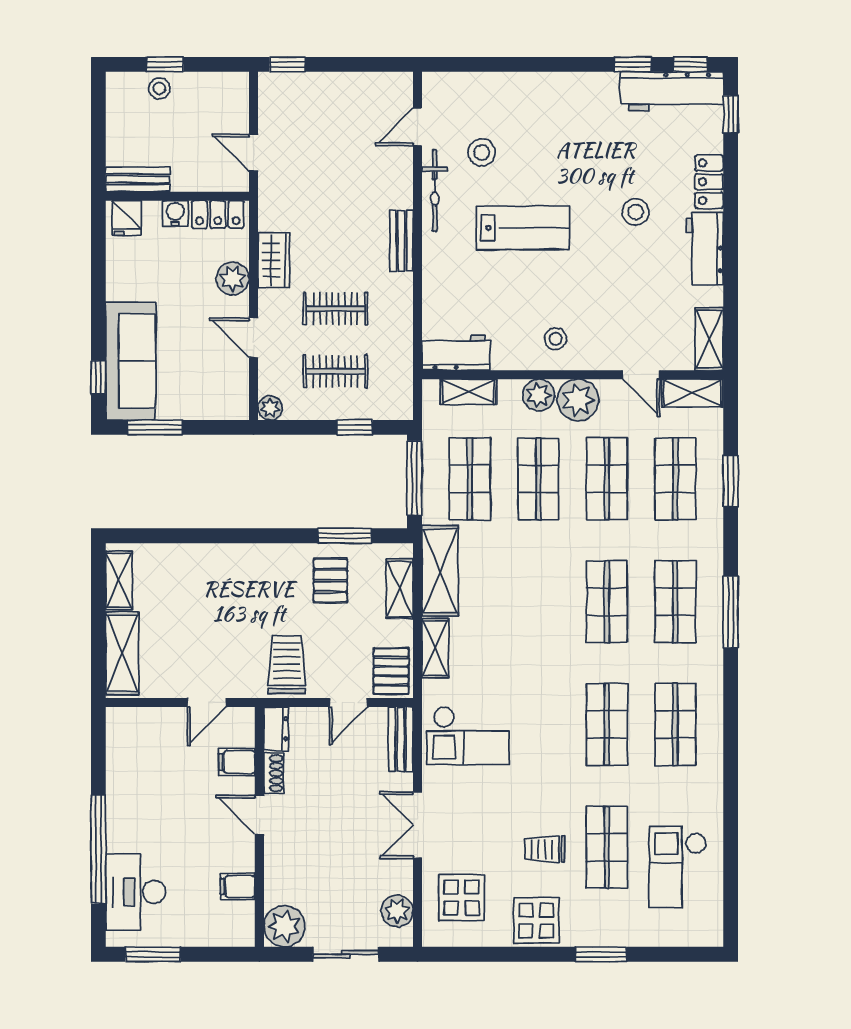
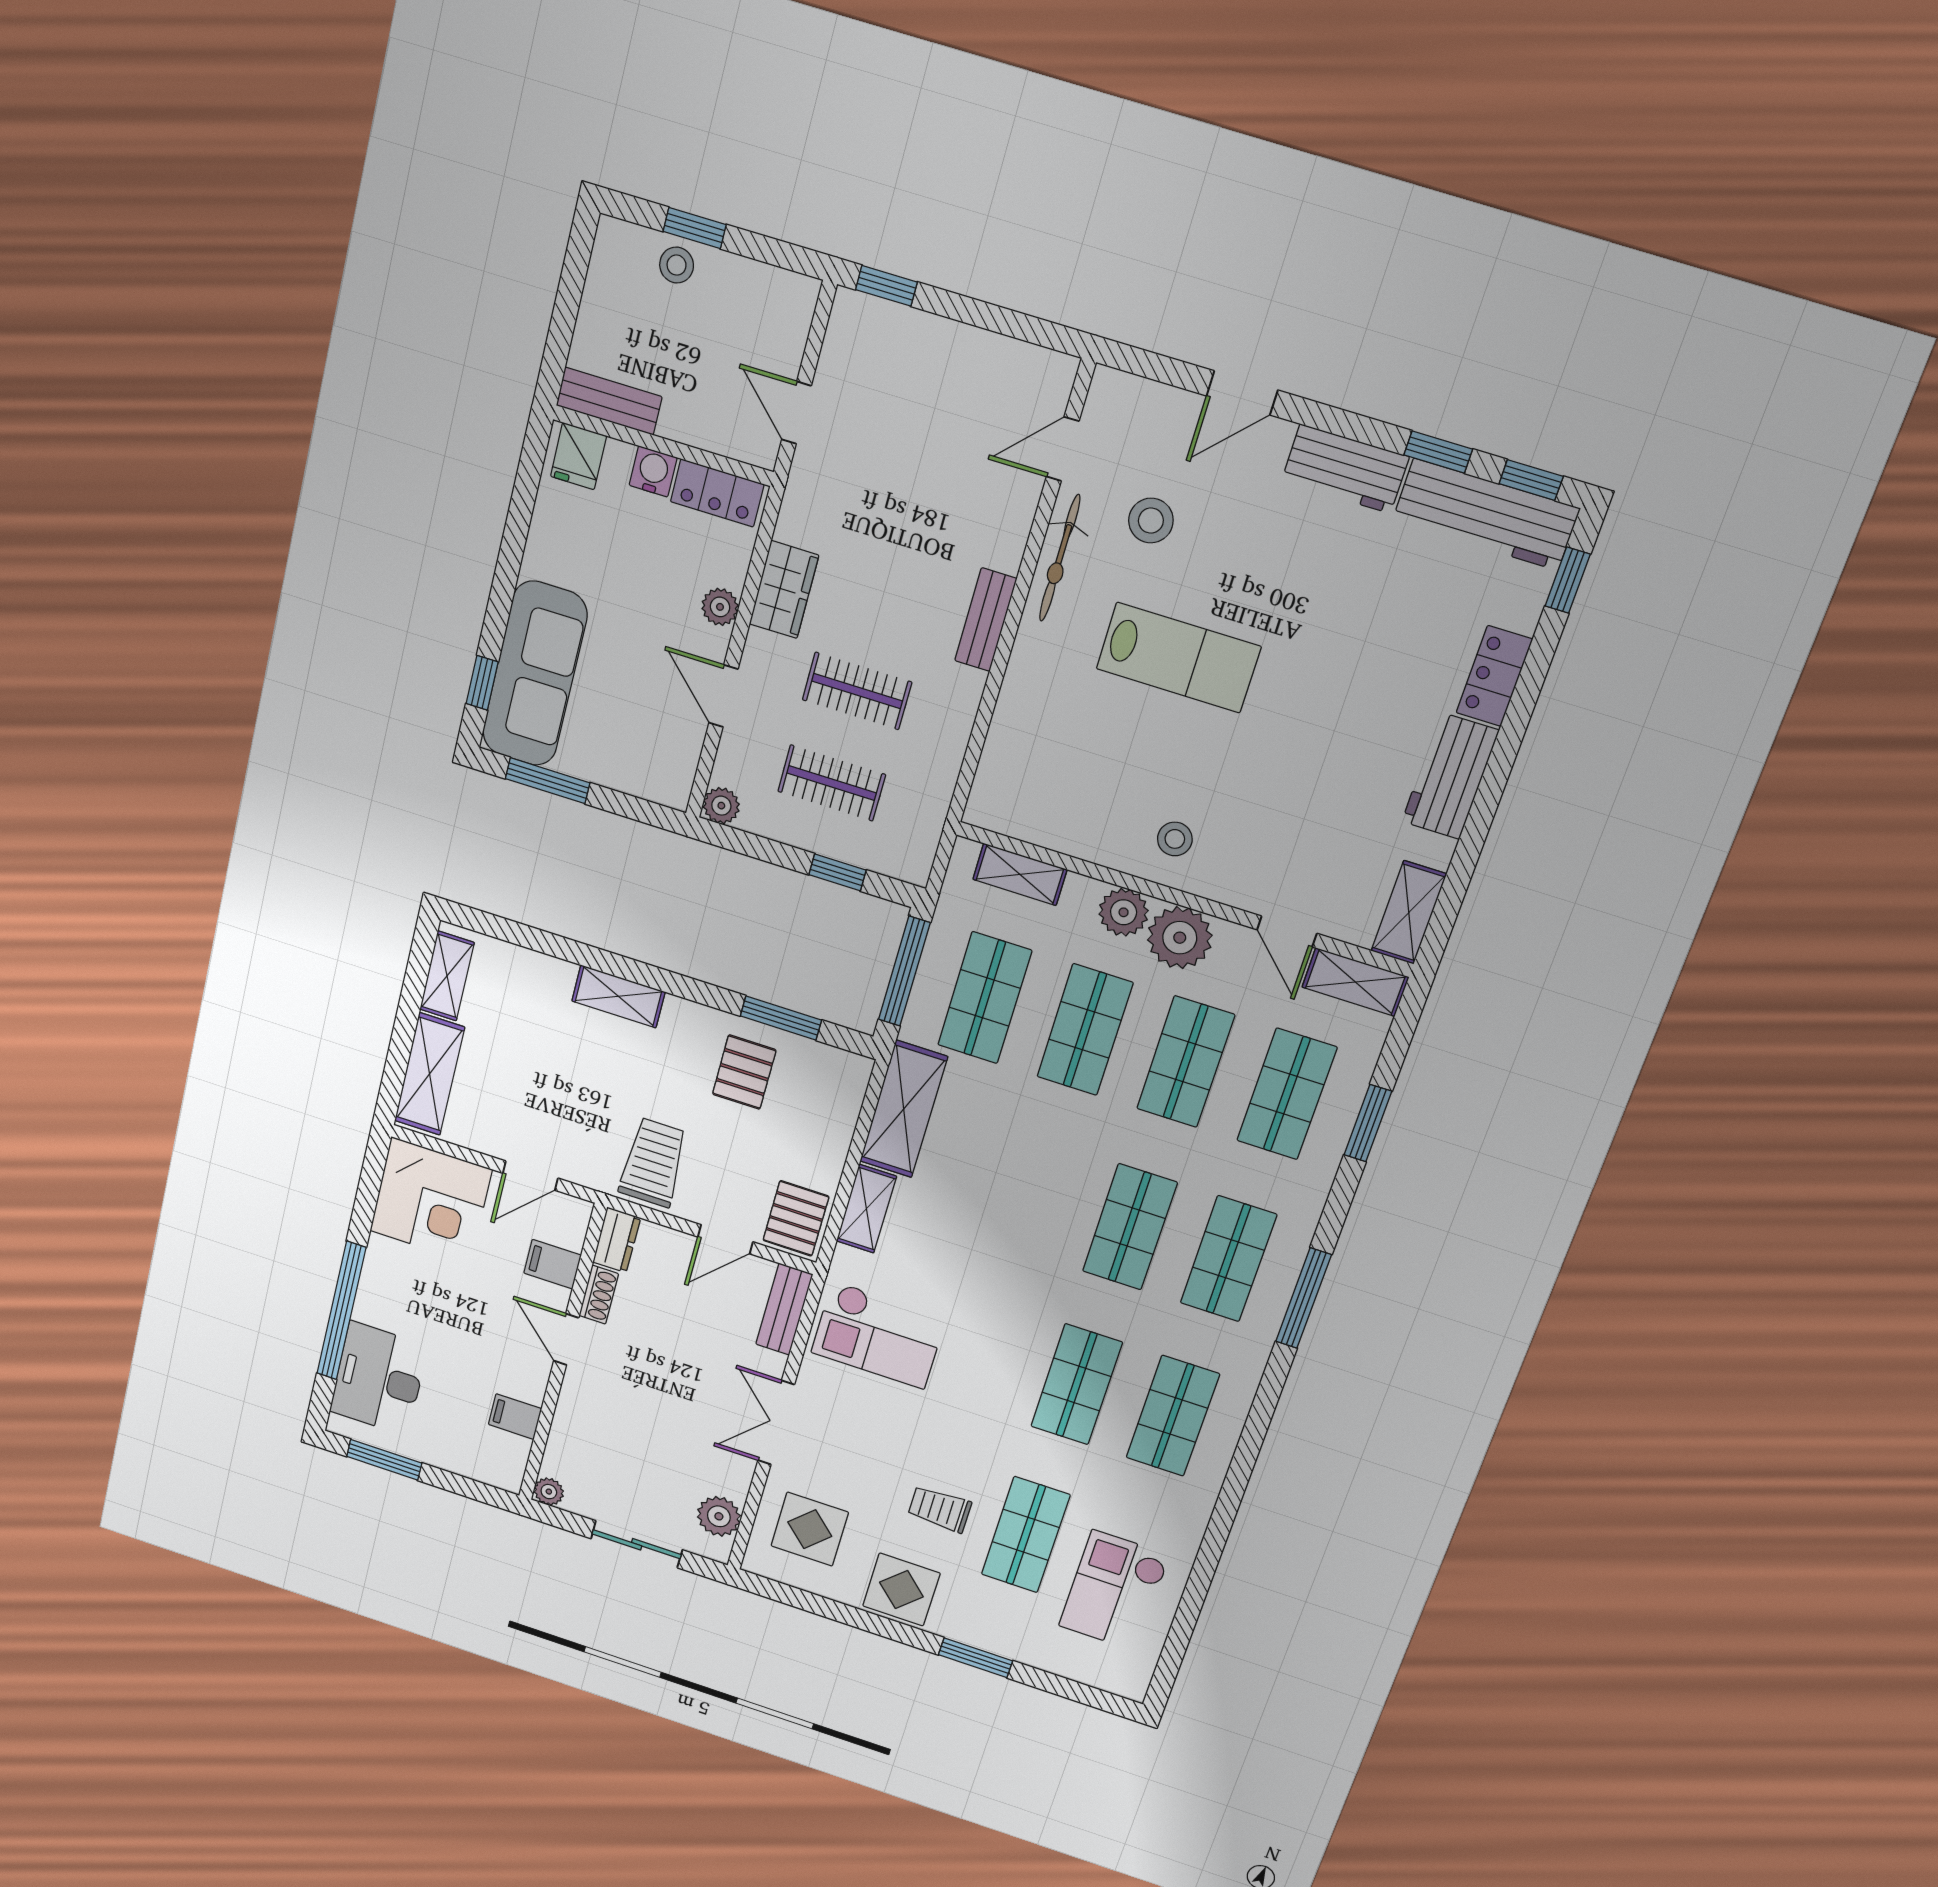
door: (511, 64) -> (1242, 393), added
stool: (636, 212) -> (1362, 687), removed
plant: (233, 279) -> (720, 607), width x0.73, depth x0.73
workbench: (456, 353) -> (1345, 469), moved, turned 180
shelving: (400, 589) -> (618, 996), moved, turned 90
corner desk: (143, 744) -> (431, 1200), added
plant: (284, 926) -> (549, 1492), width x0.53, depth x0.53

